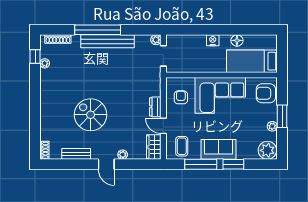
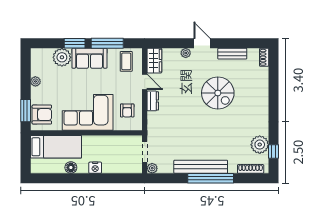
plant: (45, 63) -> (260, 145), width x1.87, depth x1.87
window: (282, 116) -> (26, 111), moved
plant: (267, 150) -> (62, 57), moved

